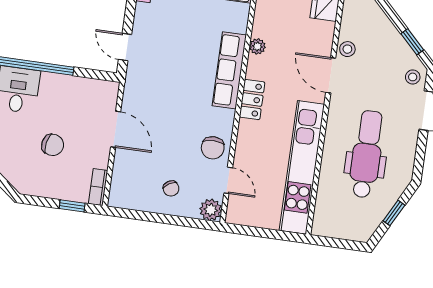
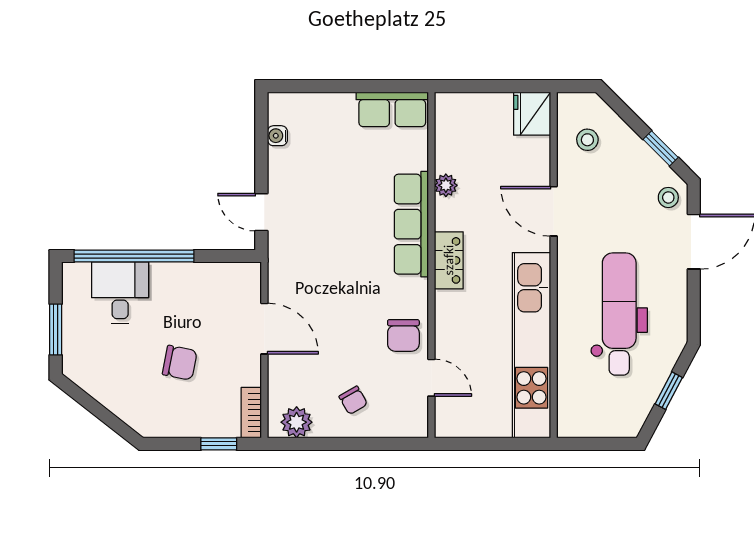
stool: (347, 49) -> (587, 140), moved
plant: (211, 210) -> (297, 422), moved

